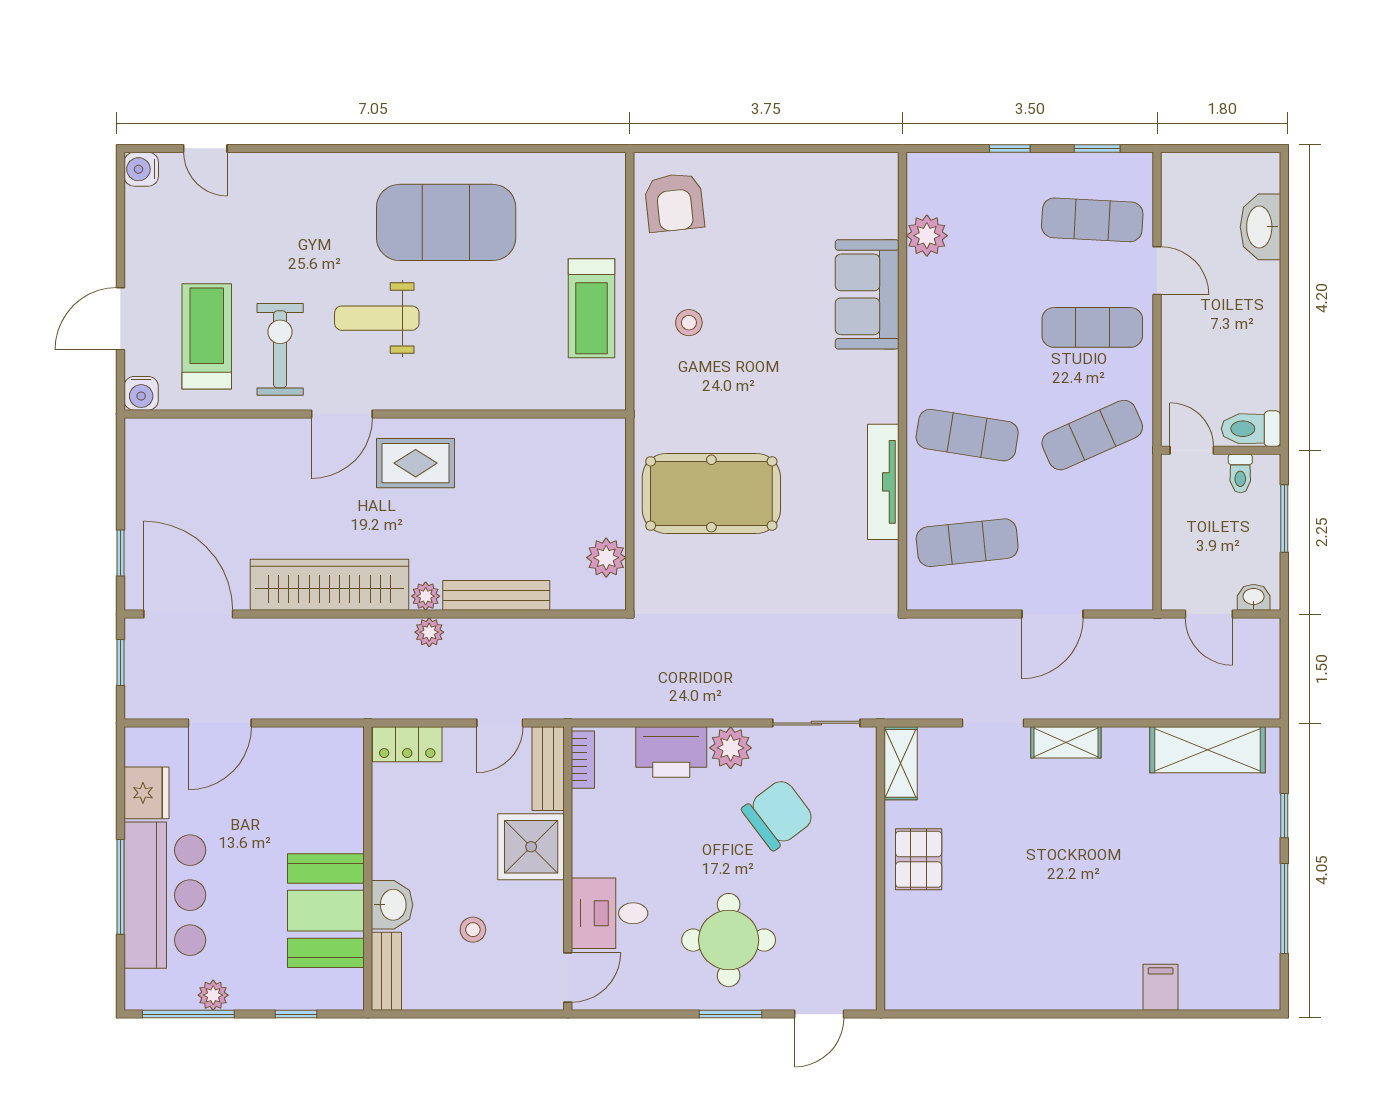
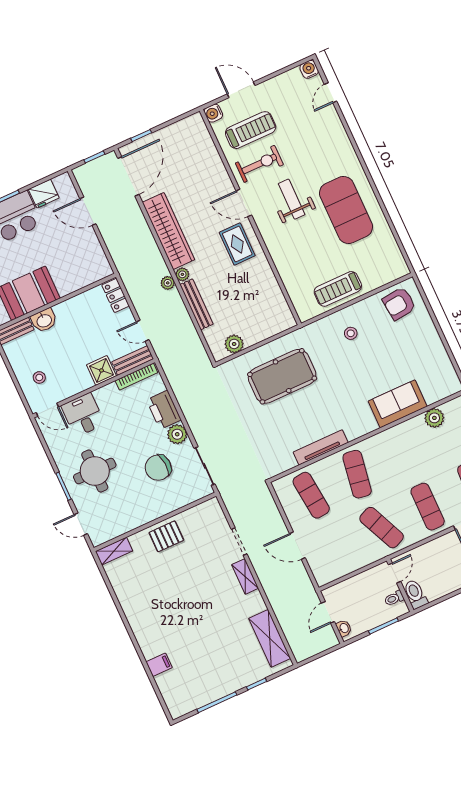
pool table: (711, 493) -> (282, 376), turned 90
bookcase: (583, 760) -> (136, 377), width x1.56
shelving: (901, 763) -> (114, 551), moved
chair: (778, 814) -> (158, 468), turned 123
shower: (531, 847) -> (101, 370), width x0.73, depth x0.73
stool: (473, 930) -> (39, 377), moved

